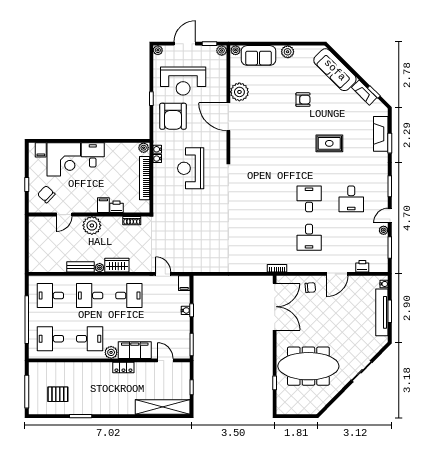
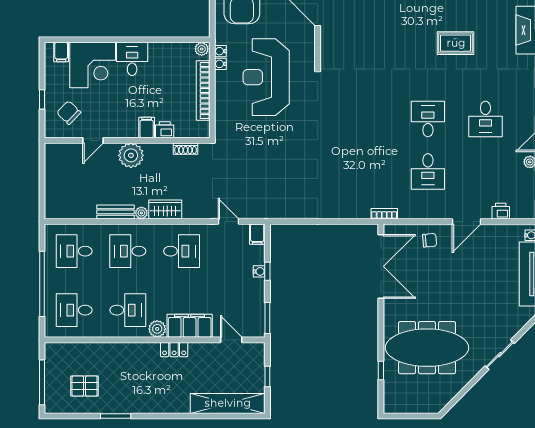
reception desk: (191, 168) -> (266, 77), width x1.36, depth x1.30

